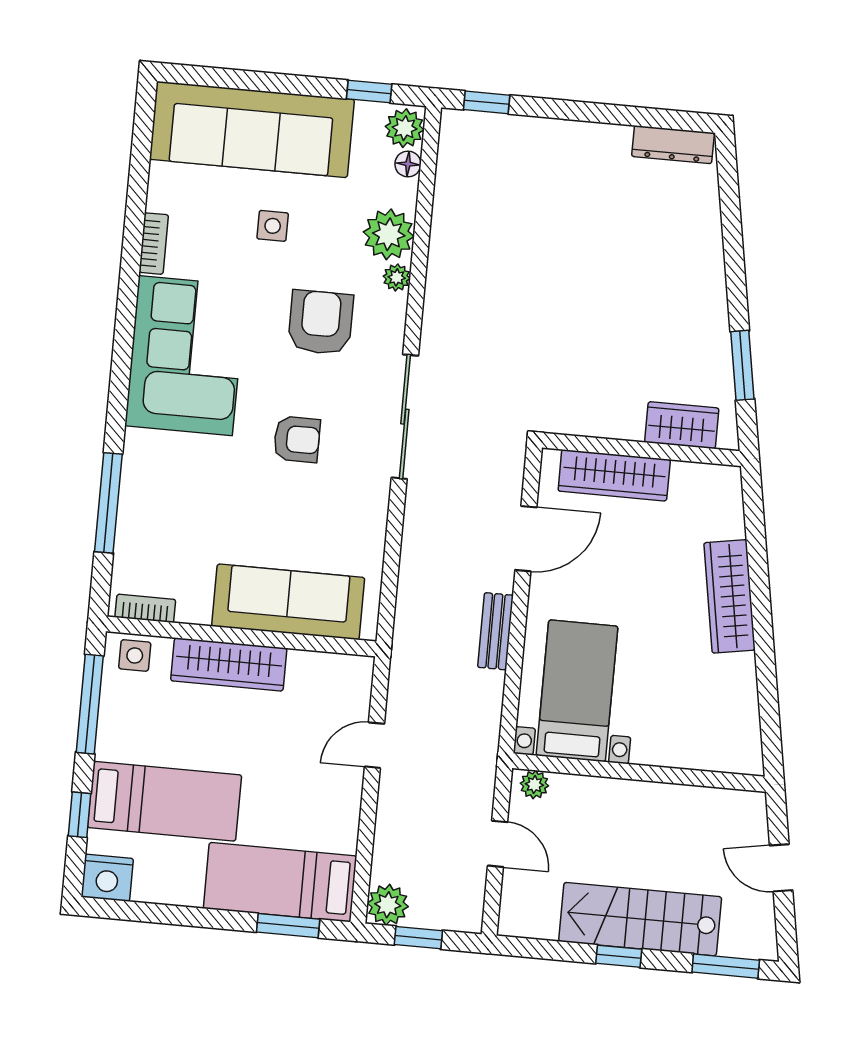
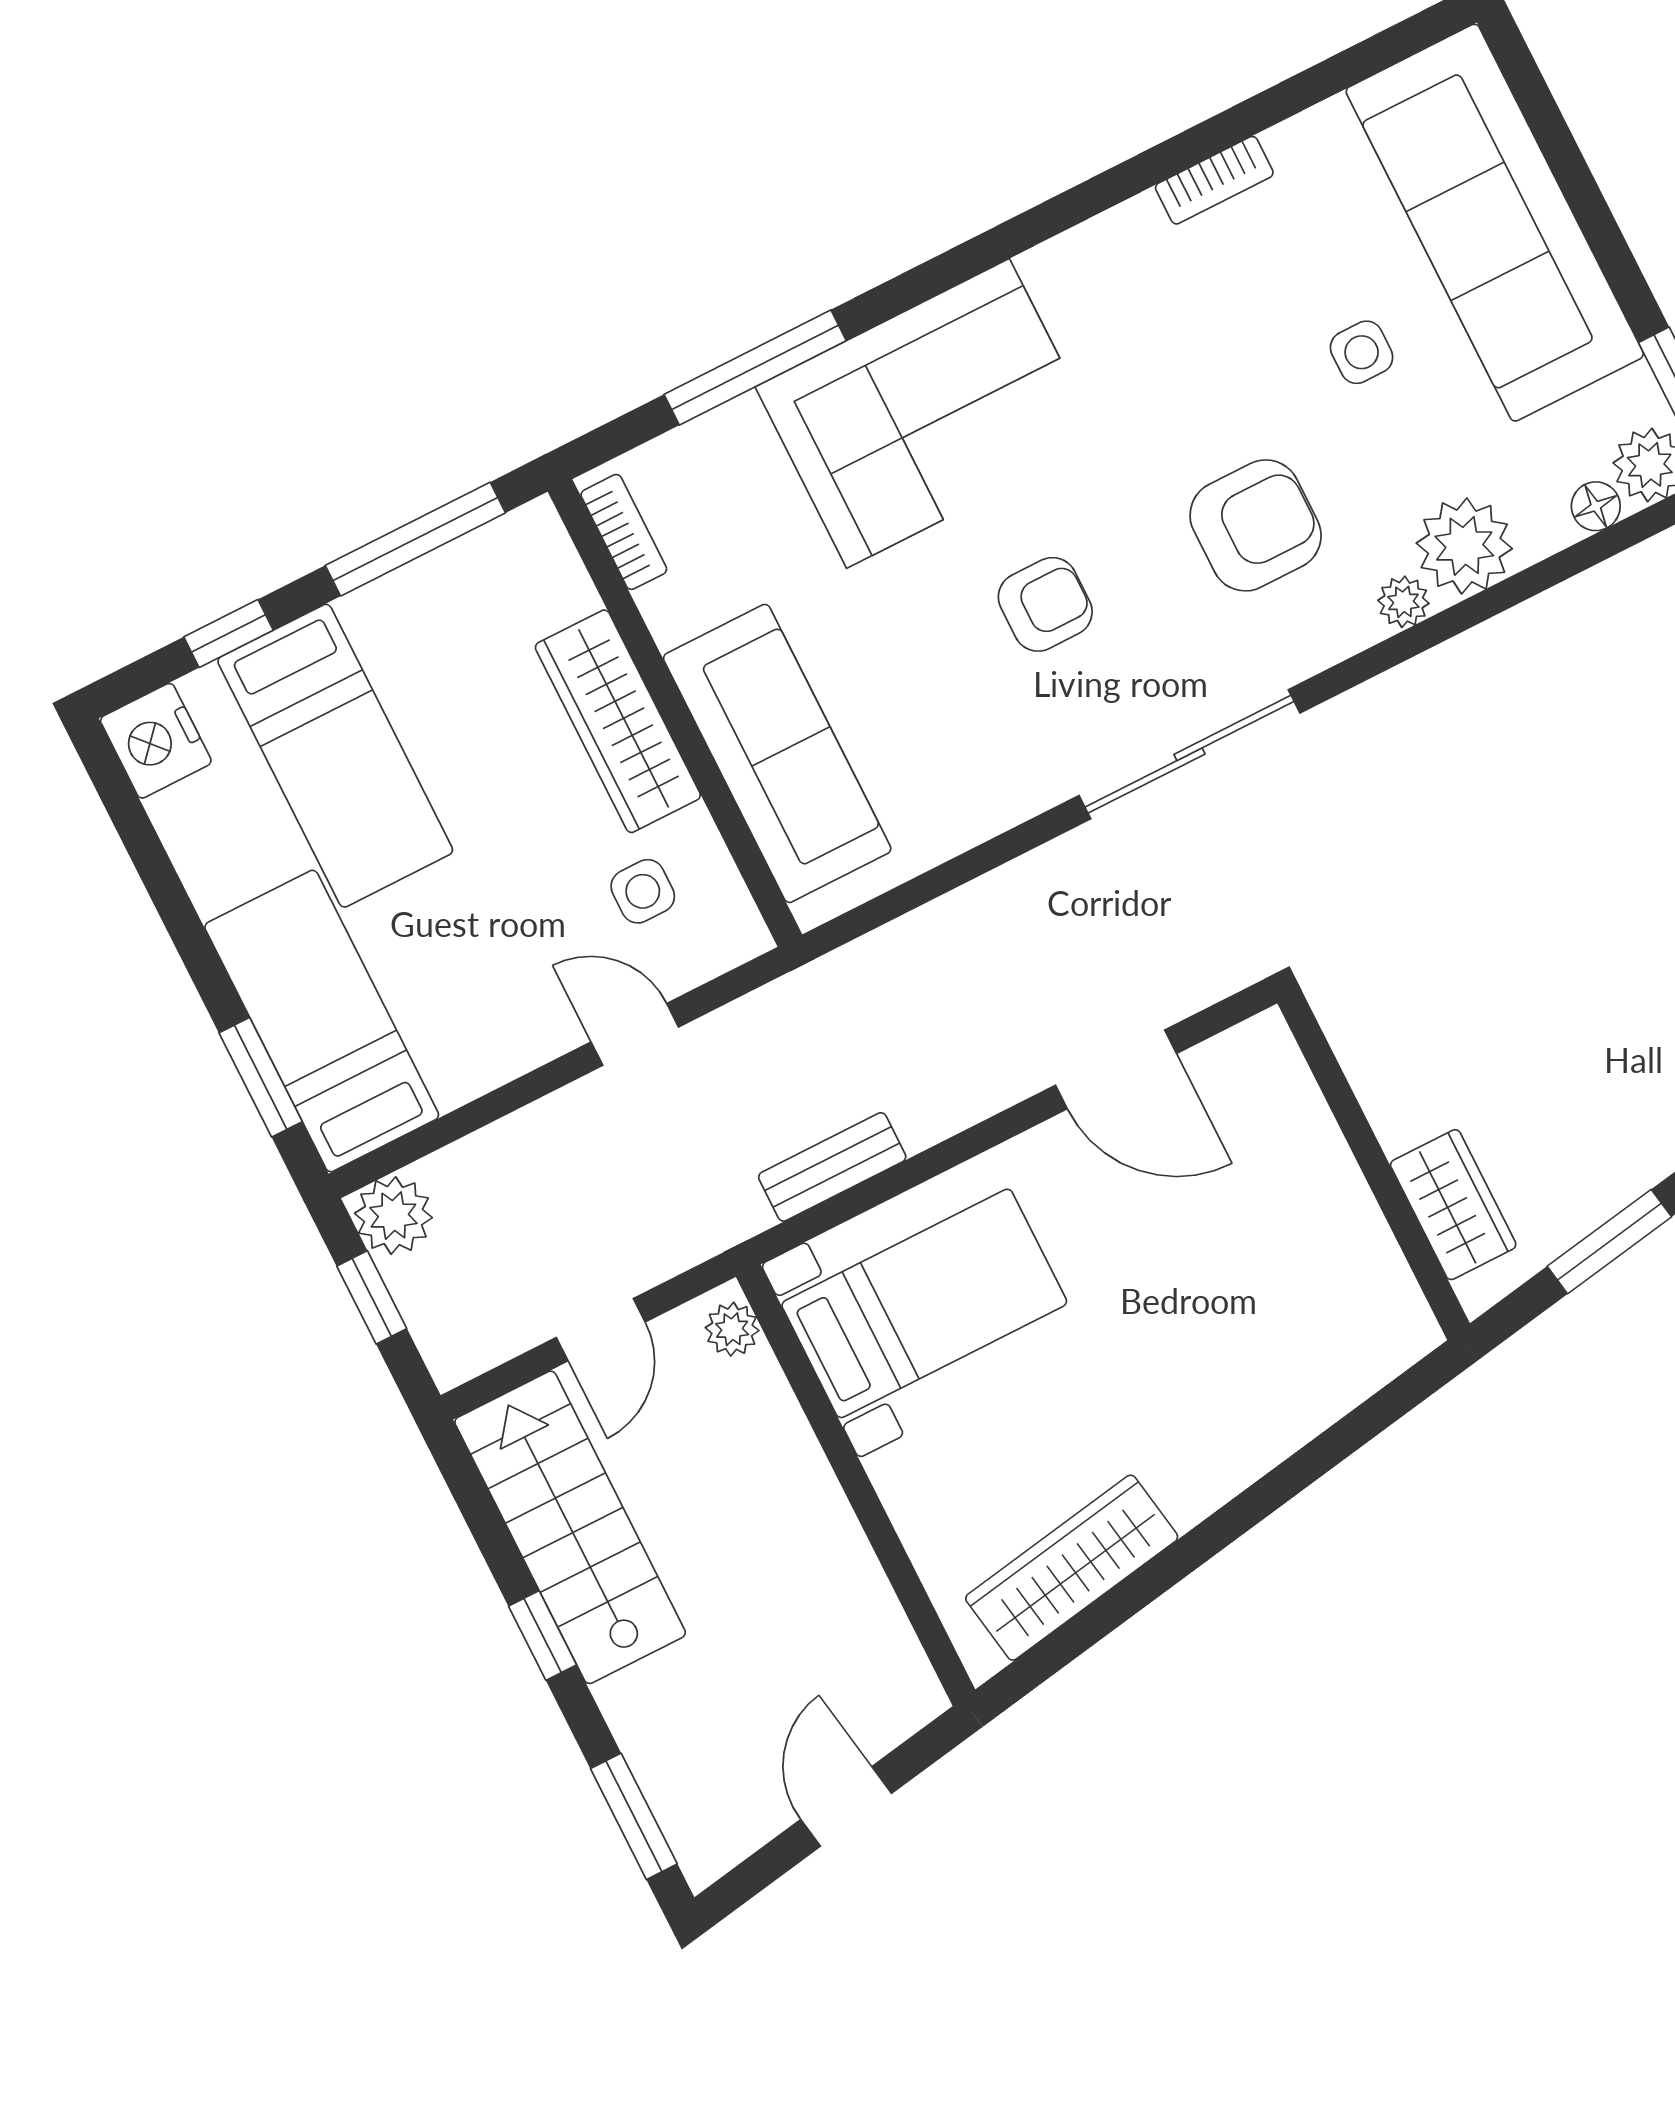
corner sofa: (185, 356) -> (928, 413), moved
armchair: (297, 439) -> (1045, 604), turned -90
wardrobe: (614, 475) -> (1305, 1147), removed
wardrobe: (730, 596) -> (1072, 1568), moved
bench: (495, 631) -> (832, 1167), moved
side table: (135, 655) -> (643, 891), moved
stairs: (640, 919) -> (570, 1527), moved

